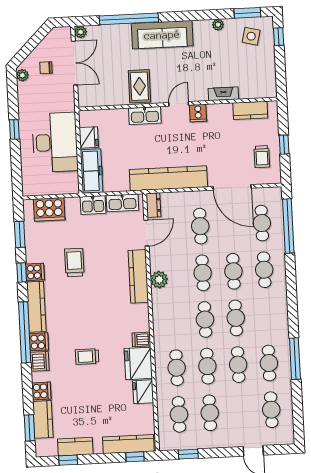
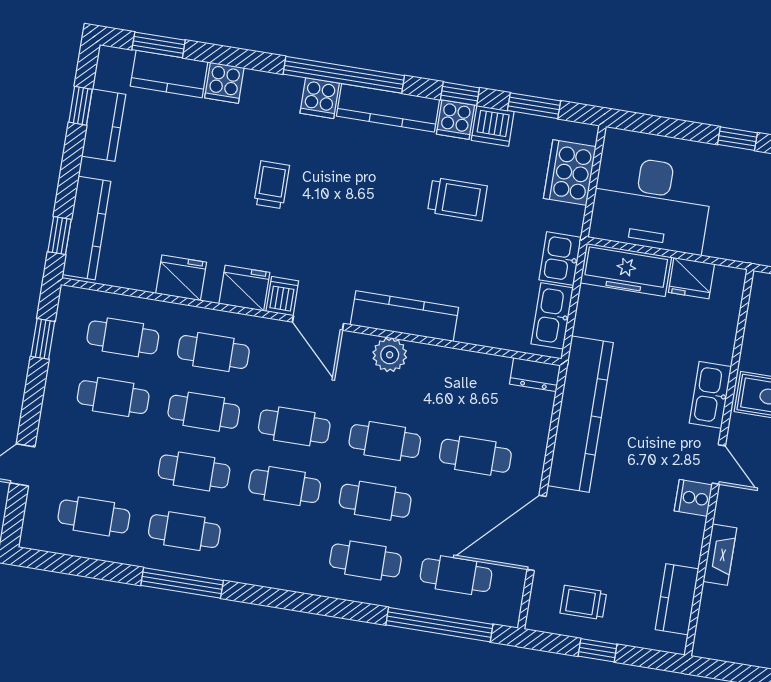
desk: (55, 142) -> (651, 204), moved
door: (147, 233) -> (318, 323), moved
dishwasher: (40, 361) -> (493, 126), moved
fridge: (138, 363) -> (244, 288), width x0.73, depth x0.75

